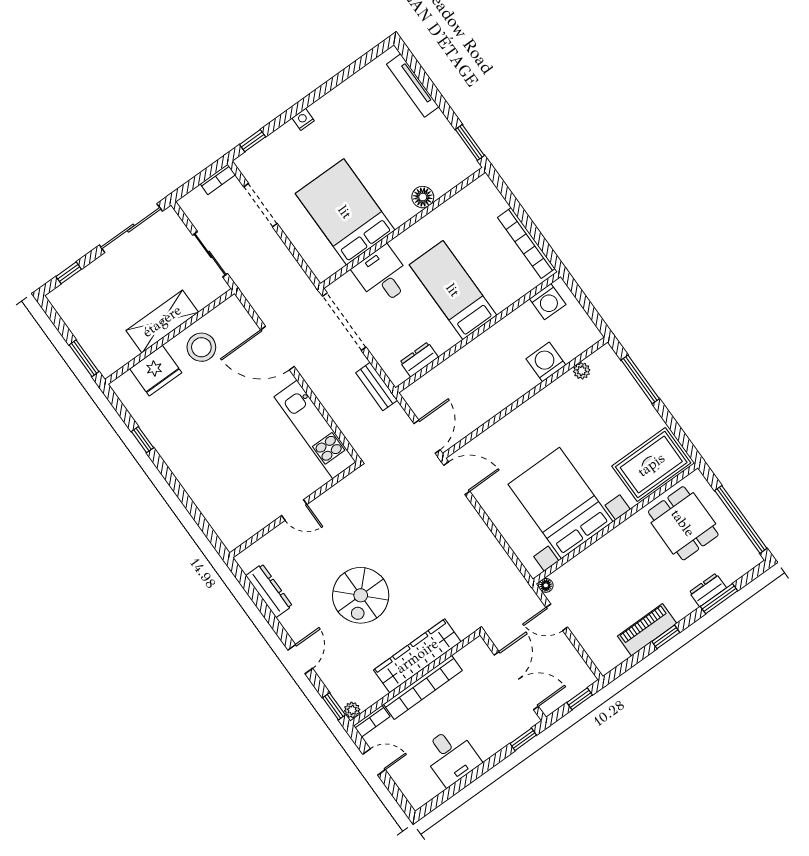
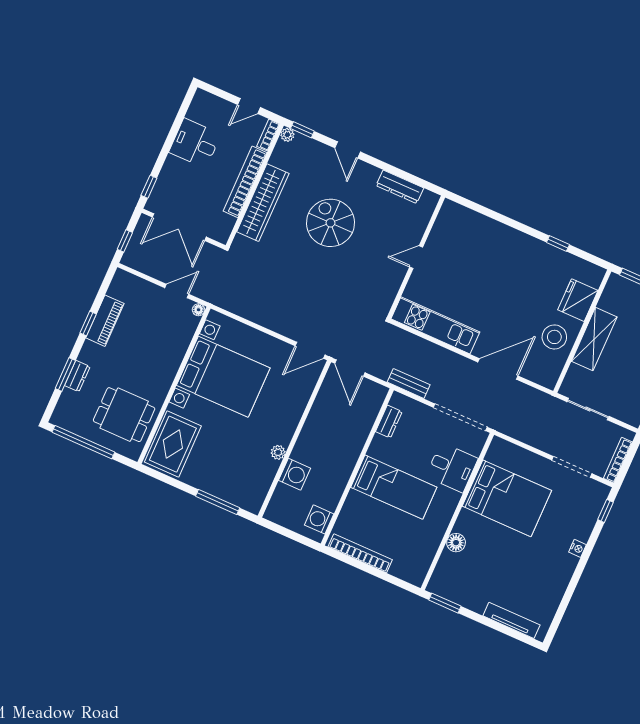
bookcase: (218, 179) -> (618, 460), width x1.56
plant: (582, 371) -> (278, 452), moved

